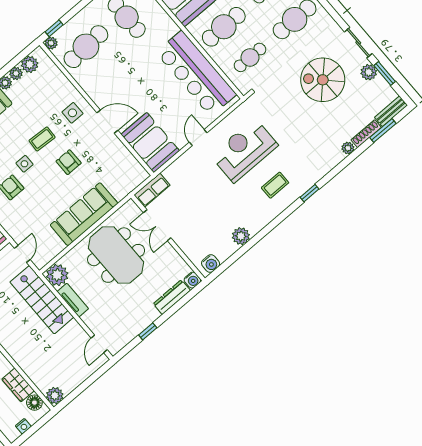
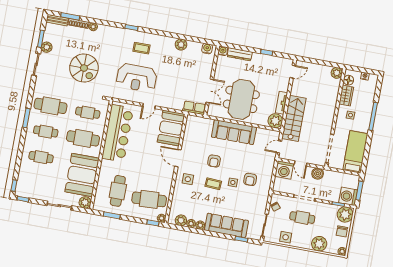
spiral stairs: (323, 80) -> (84, 68), moved

